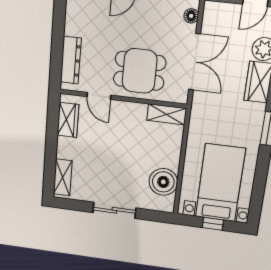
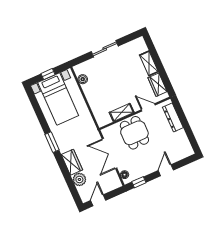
dining table: (140, 71) -> (134, 133), turned 90
shelving: (167, 114) -> (122, 112), moved
shelving: (63, 177) -> (149, 63), moved
boiler: (163, 182) -> (83, 79), width x0.54, depth x0.54

